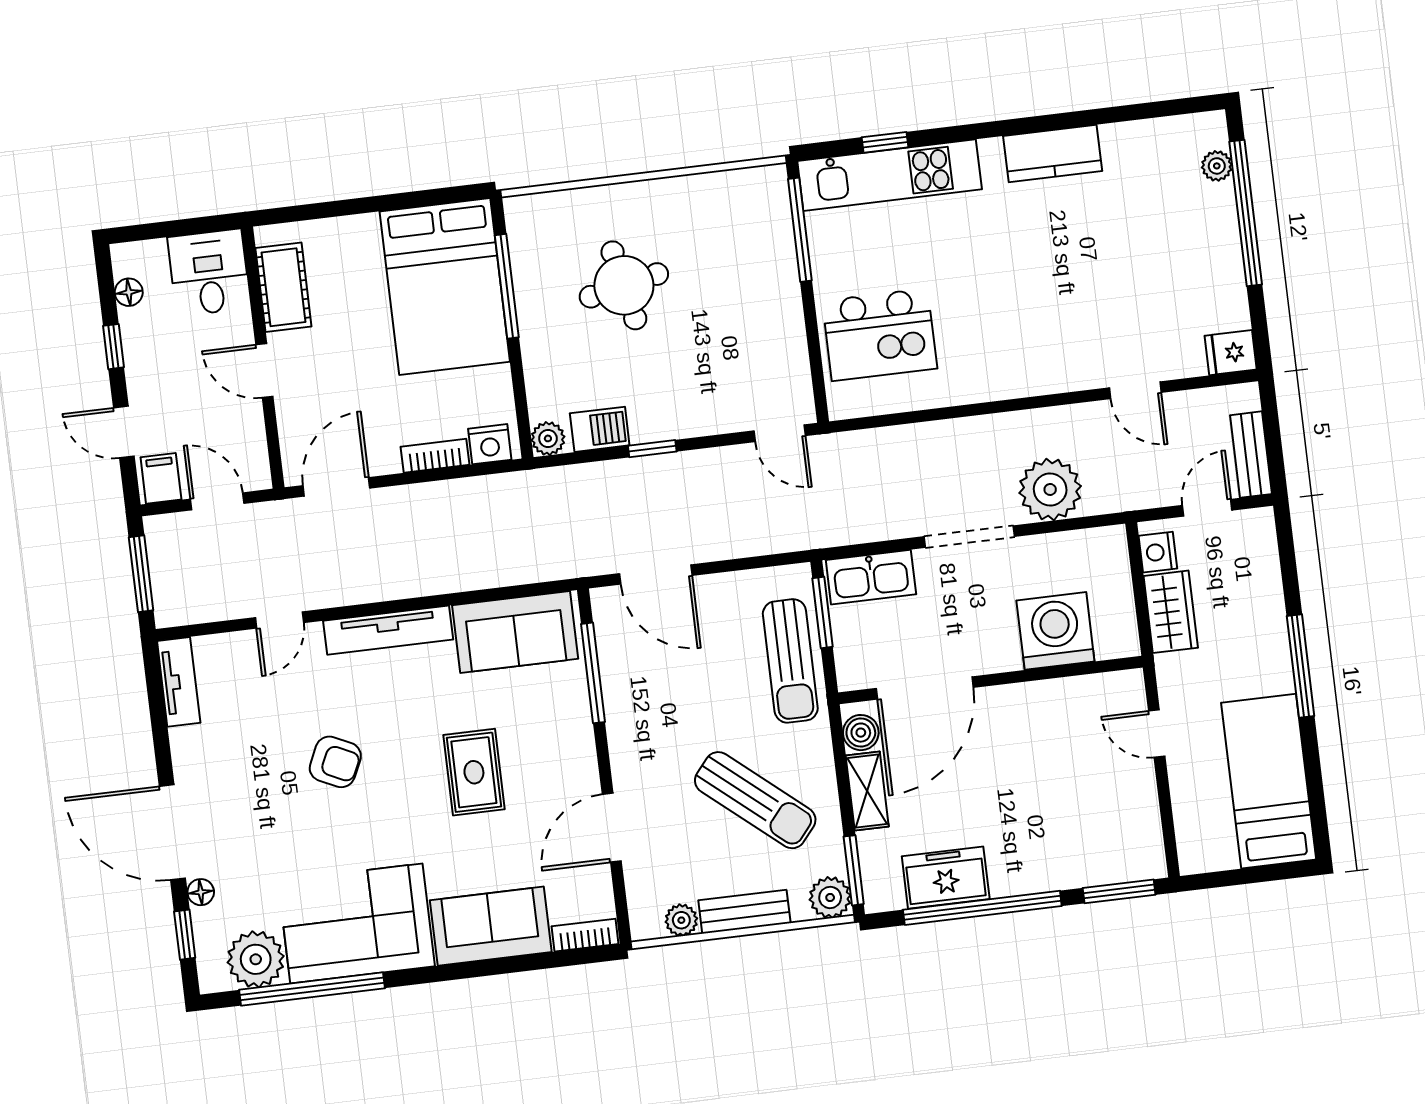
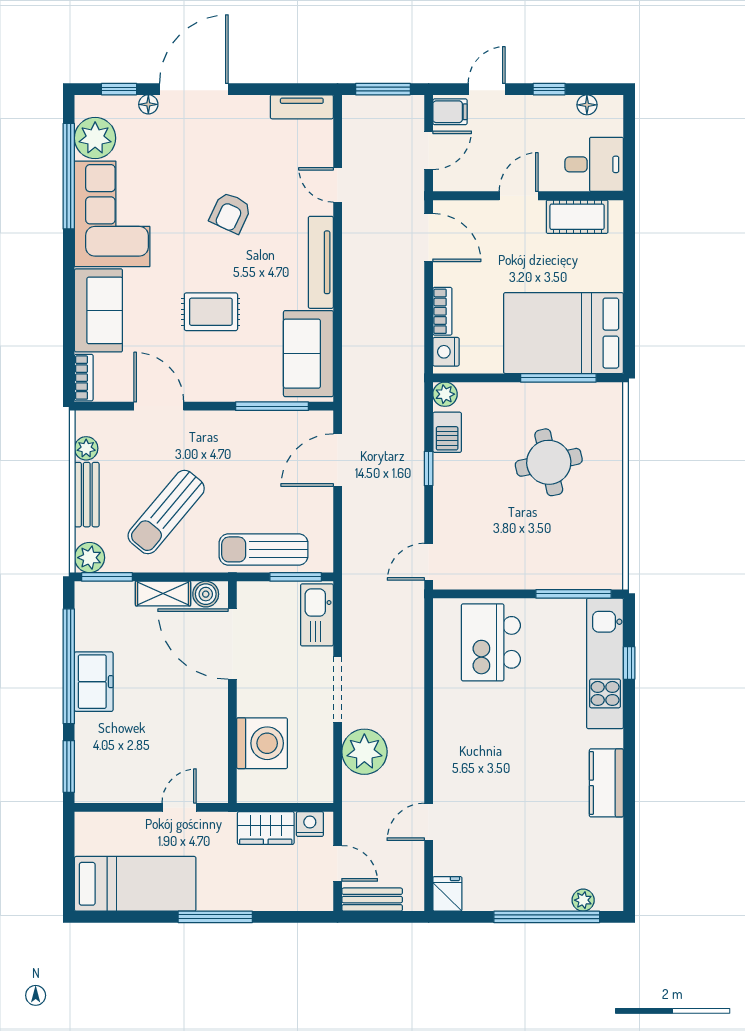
freezer: (946, 878) -> (94, 682), moved

